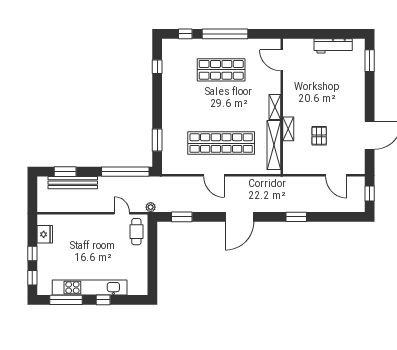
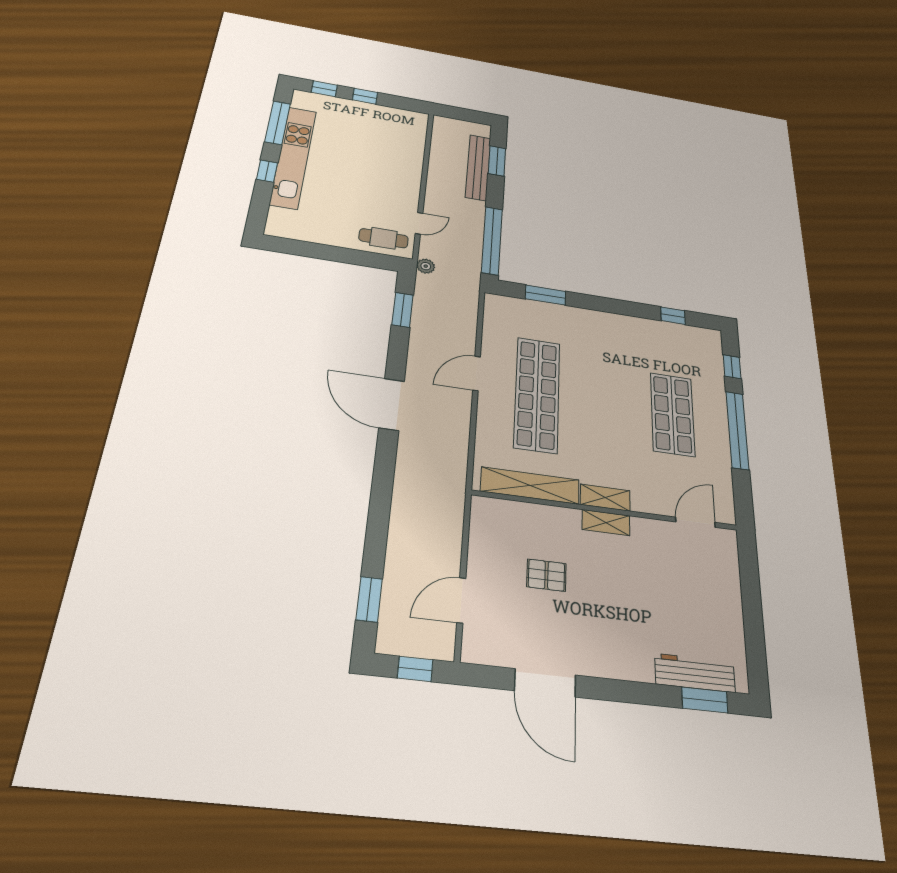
workbench: (333, 46) -> (695, 673), moved, turned 90
shelving: (288, 129) -> (606, 523), moved
window: (296, 217) -> (369, 599), moved
fridge: (45, 234) -> (395, 117), removed

